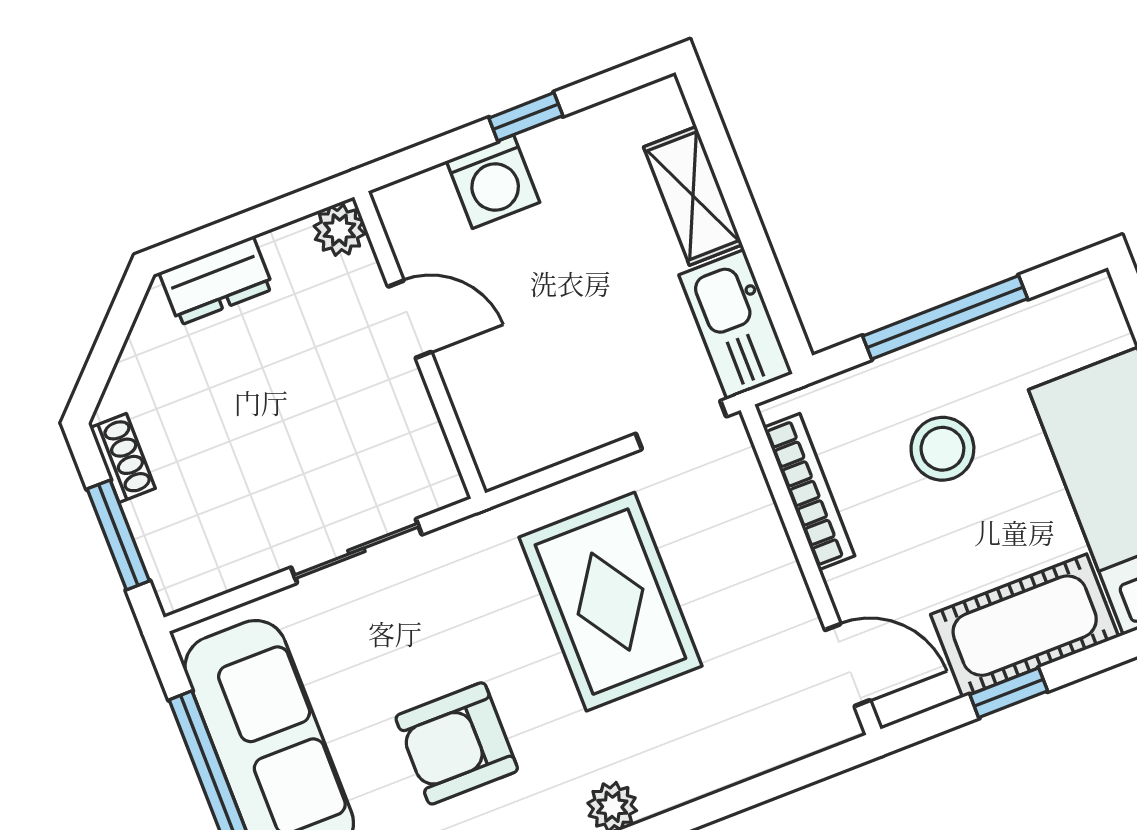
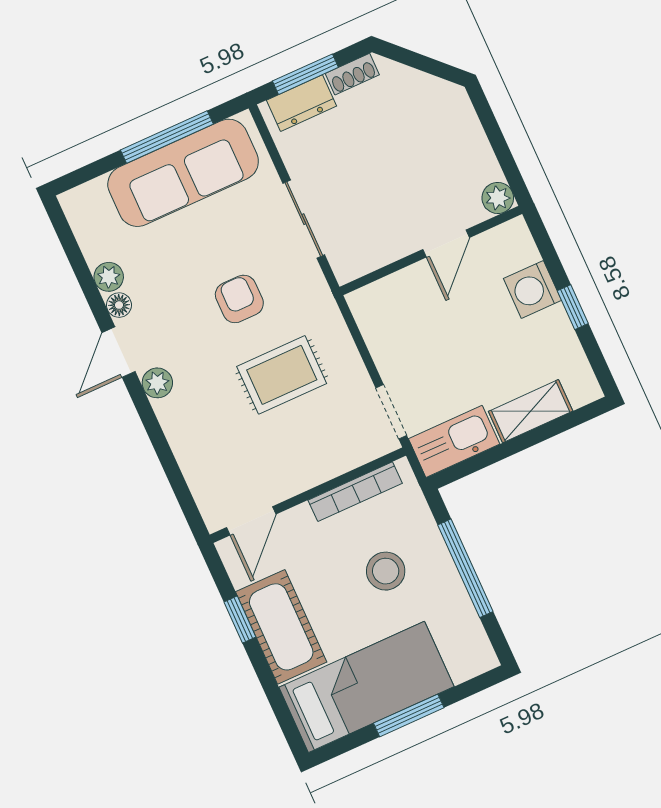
dresser: (216, 281) -> (301, 103), moved, turned -90
rug: (610, 602) -> (282, 375), width x0.73, depth x0.70
armchair: (457, 743) -> (239, 299), moved, width x0.72, depth x0.72

